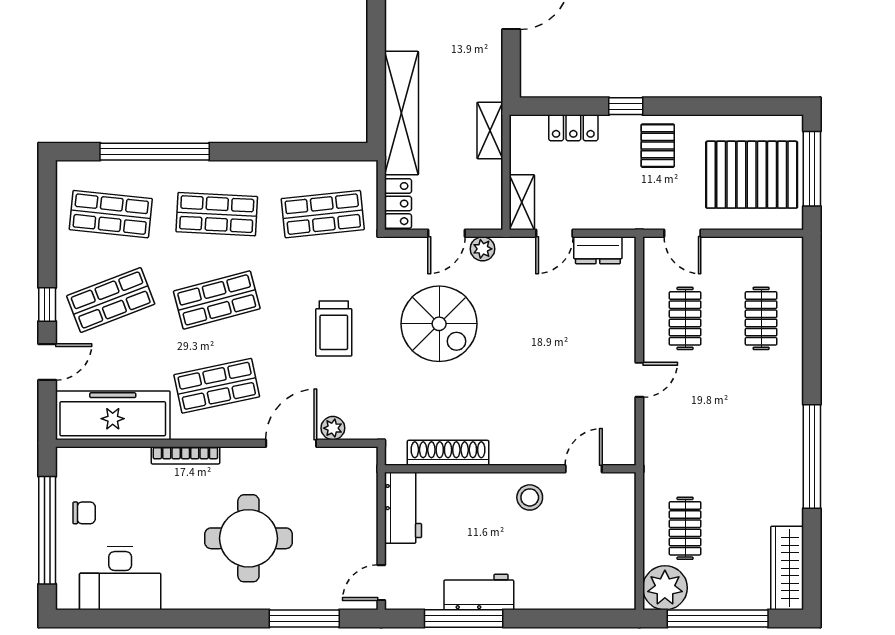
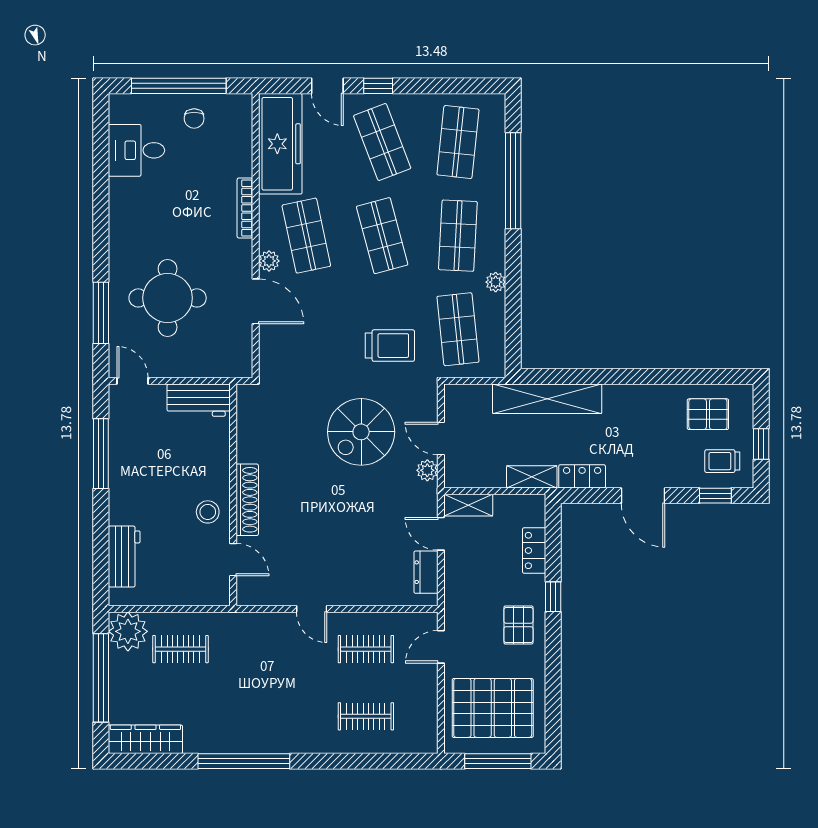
pallet: (658, 146) -> (518, 625), turned 90
plant: (269, 171) -> (496, 282), added
pallet: (752, 175) -> (493, 708), turned 90
locker: (398, 204) -> (582, 476), moved, turned 180
trolley: (334, 328) -> (390, 346), moved, turned 180
plant: (333, 428) -> (269, 261), moved
shoe rack: (448, 453) -> (247, 500), moved
round table: (248, 538) -> (168, 298), moved
desk: (120, 578) -> (136, 150), width x0.73
workbench: (479, 592) -> (124, 557), moved

